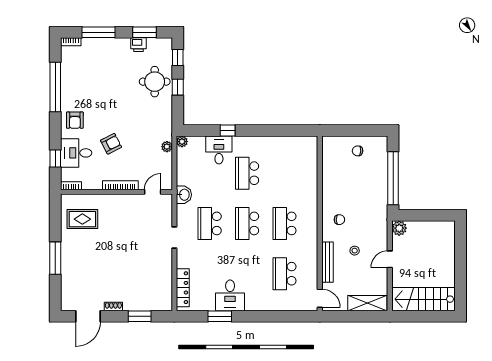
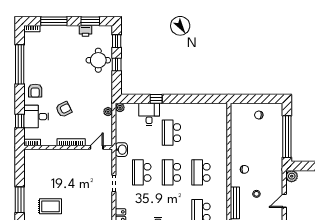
rug: (82, 219) -> (50, 206), moved

